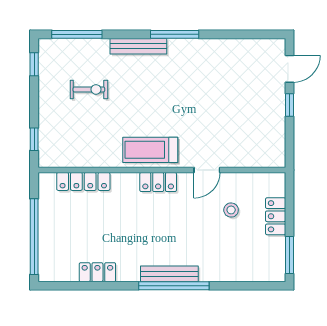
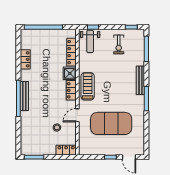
exercise bike: (89, 89) -> (119, 44), moved
exercise mat: (223, 104) -> (111, 123), added
weight bench: (62, 145) -> (90, 41), added
door: (207, 170) -> (77, 115), hinge flipped
shower: (125, 185) -> (70, 73), added
locker: (276, 216) -> (66, 150), moved

